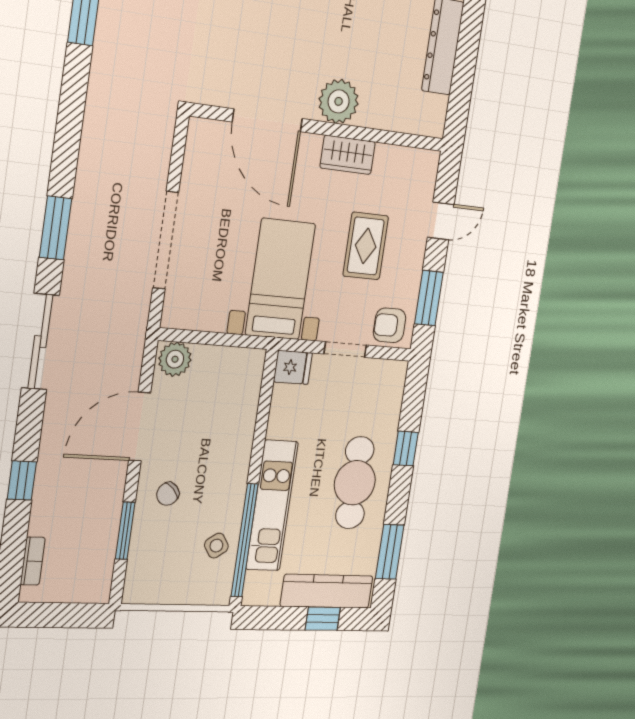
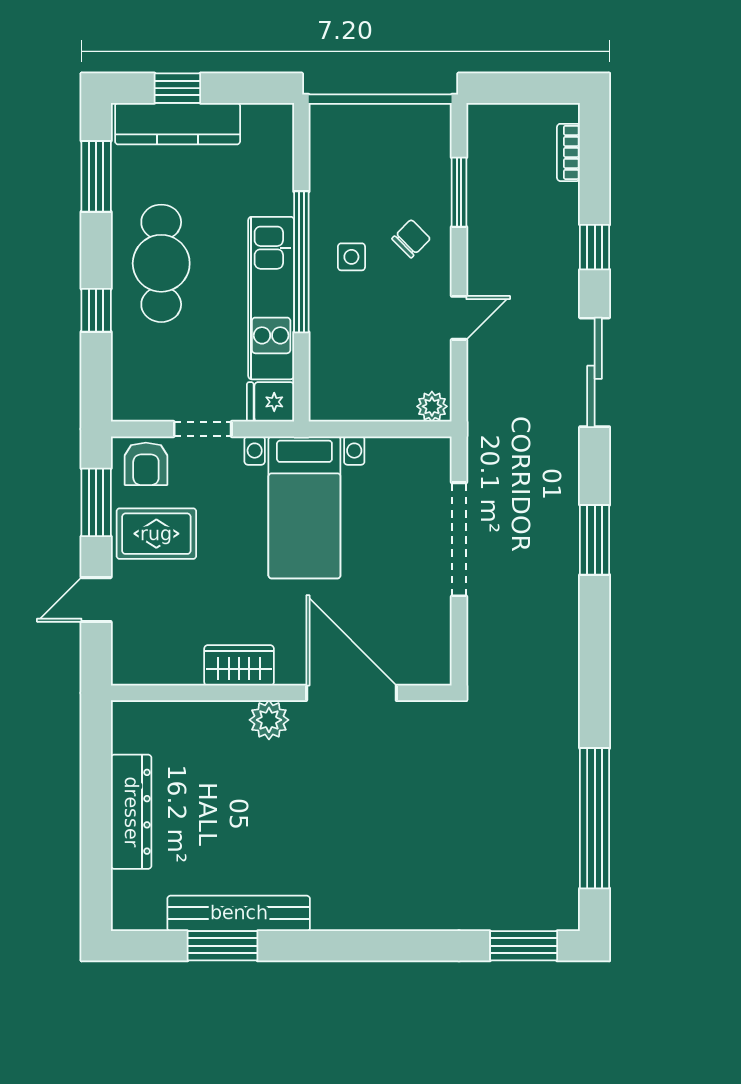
plant: (339, 101) -> (269, 720), width x0.73, depth x0.73
rug: (366, 246) -> (156, 534), moved, turned 90
armchair: (390, 325) -> (146, 464), turned 90
sliding door: (40, 342) -> (595, 372), moved
plant: (175, 359) -> (432, 406), width x0.73, depth x0.73
door: (140, 427) -> (459, 318), width x0.53
kitchen unit: (272, 506) -> (271, 298), moved
window: (245, 540) -> (301, 262), moved
side table: (216, 546) -> (351, 257), moved, turned 34

